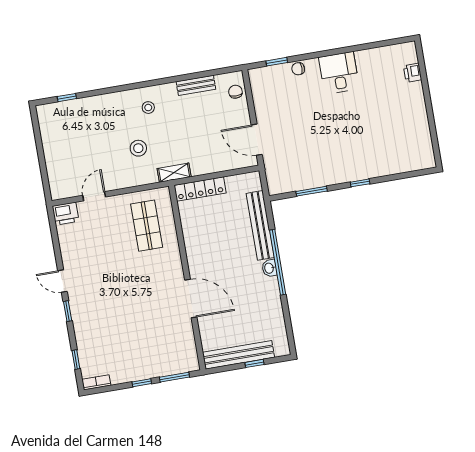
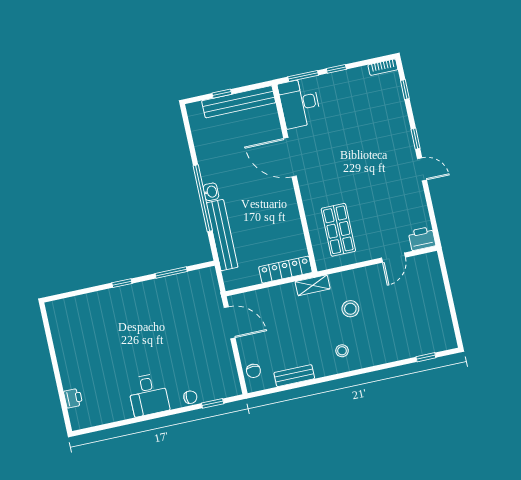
desk: (179, 351) -> (300, 103), added

